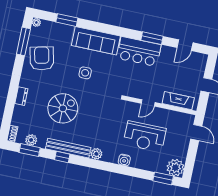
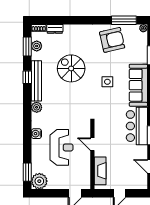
dresser: (21, 96) -> (55, 29), moved
spiral stairs: (63, 108) -> (71, 68), turned 180
reception desk: (145, 136) -> (62, 147), turned 180

